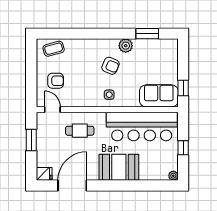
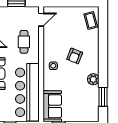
armchair: (110, 66) -> (75, 56), moved
armchair: (56, 81) -> (65, 22), removed

